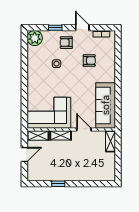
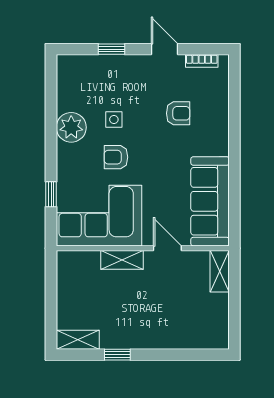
plant: (35, 38) -> (71, 127), moved
armchair: (66, 43) -> (116, 157), moved
window: (24, 102) -> (51, 194), added
shelving: (38, 135) -> (78, 340), moved
door: (24, 154) -> (51, 297), removed

